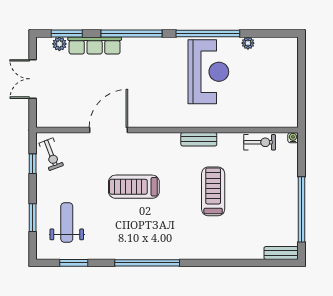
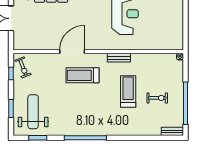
door: (108, 130) -> (72, 52), moved
exercise bike: (260, 142) -> (157, 98), moved
treadmill: (134, 187) -> (83, 75), moved
weight bench: (67, 223) -> (33, 112), width x1.36, depth x1.33

